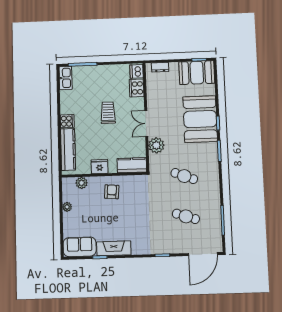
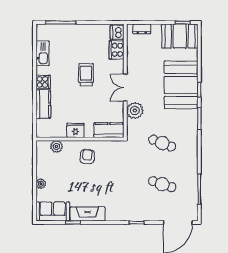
kitchen sink: (66, 78) -> (43, 53), moved
kitchen counter: (68, 149) -> (43, 104), width x0.67
plant: (67, 207) -> (41, 184), moved

